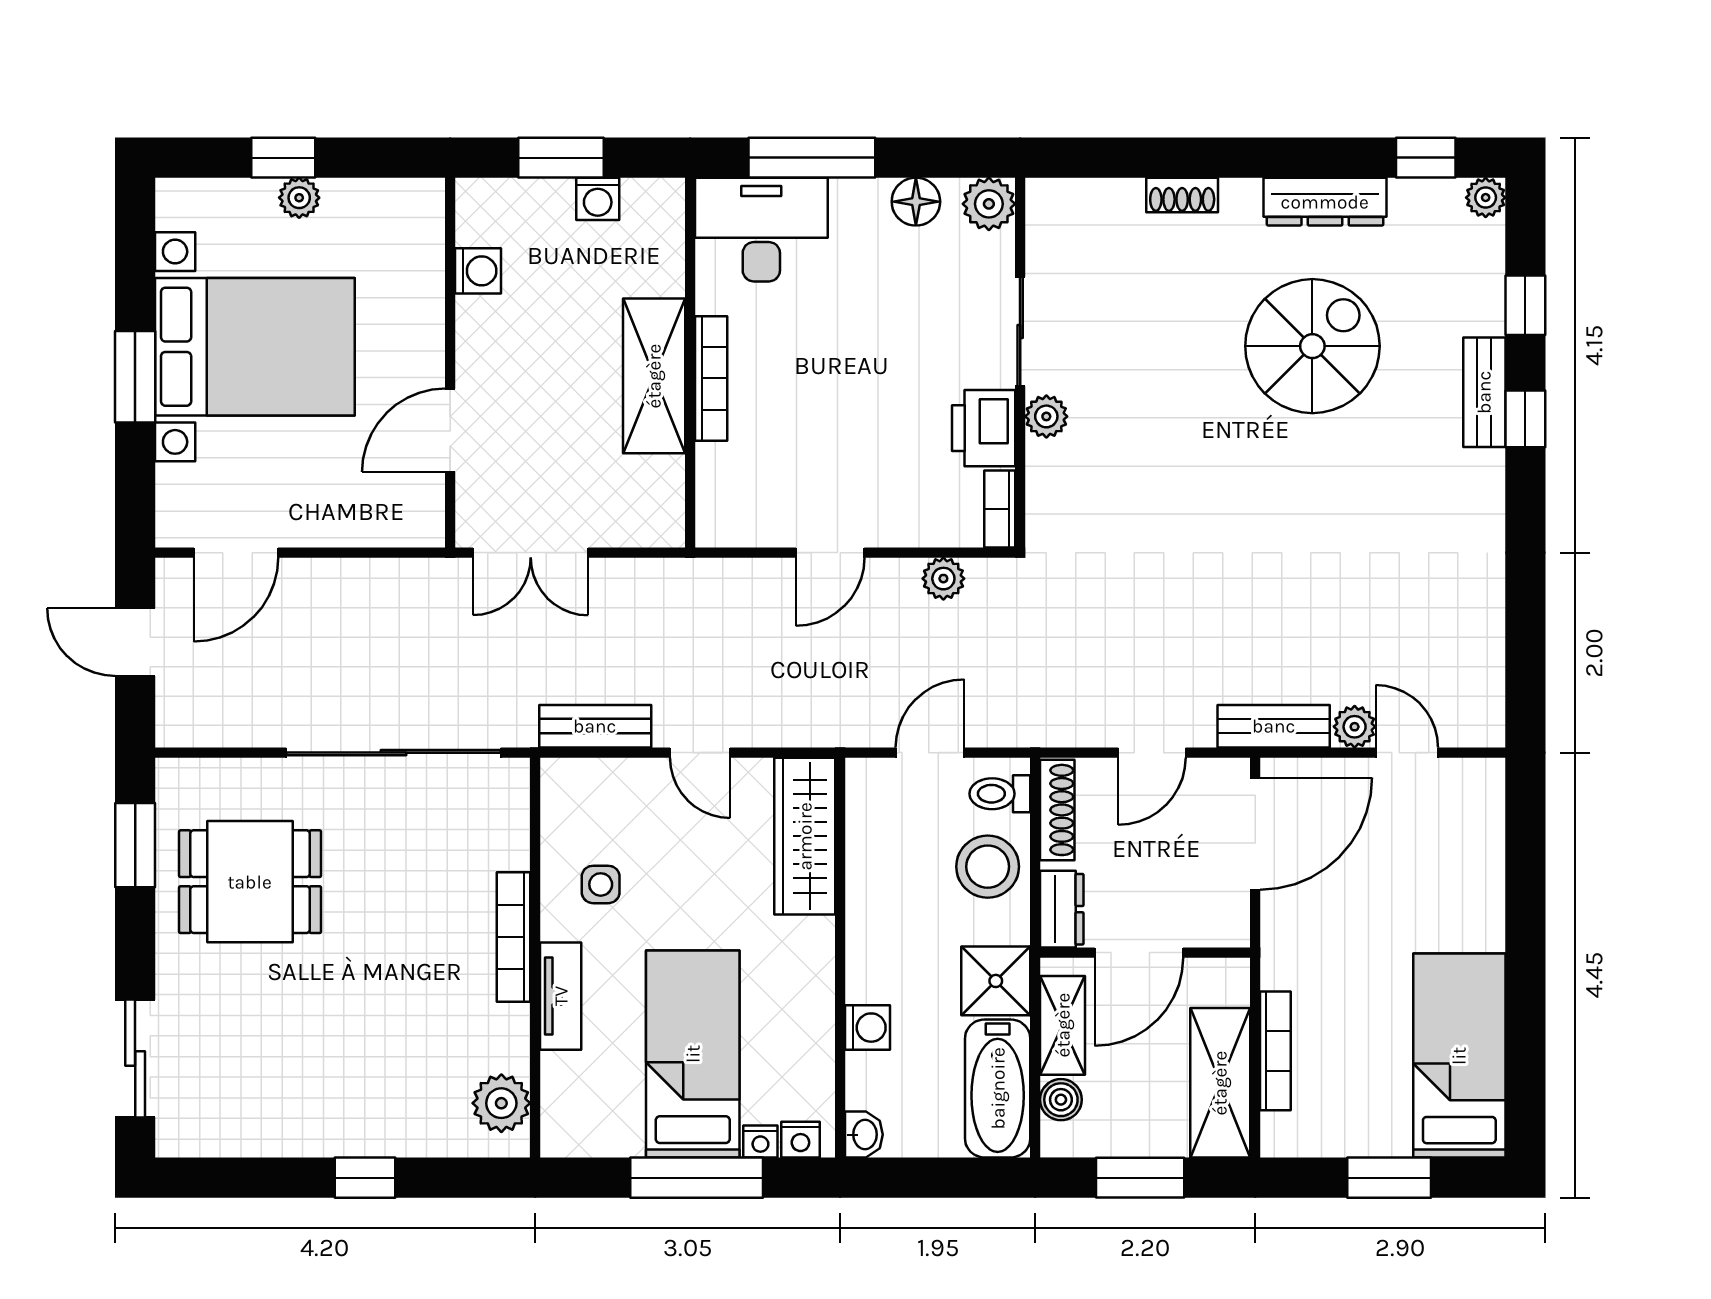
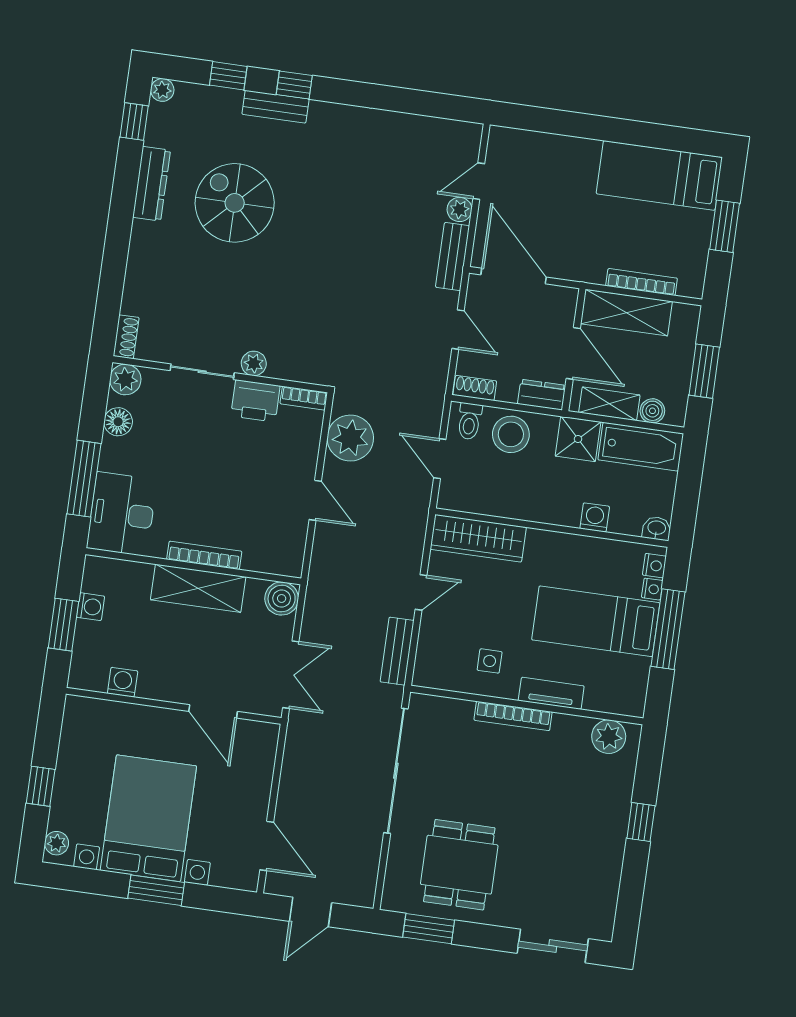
shoe rack: (1182, 195) -> (126, 337), moved
plant: (299, 198) -> (57, 843), moved
boiler: (657, 519) -> (282, 599), added
plant: (943, 579) -> (350, 438), width x1.88, depth x1.88
shoe rack: (1057, 810) -> (475, 388), width x0.70
shelving: (1220, 1083) -> (626, 313), moved

